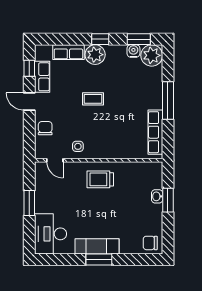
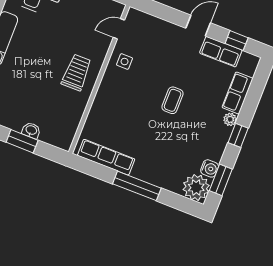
plant: (95, 55) -> (230, 119), width x0.53, depth x0.53
chair: (45, 128) -> (160, 32), removed

